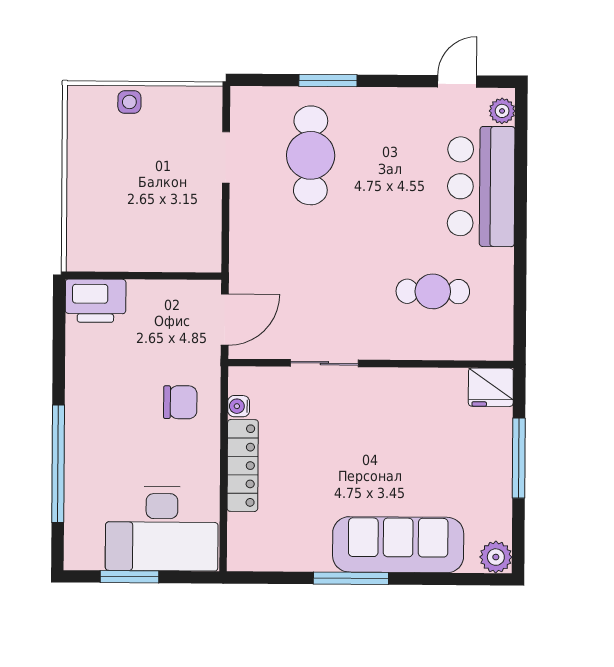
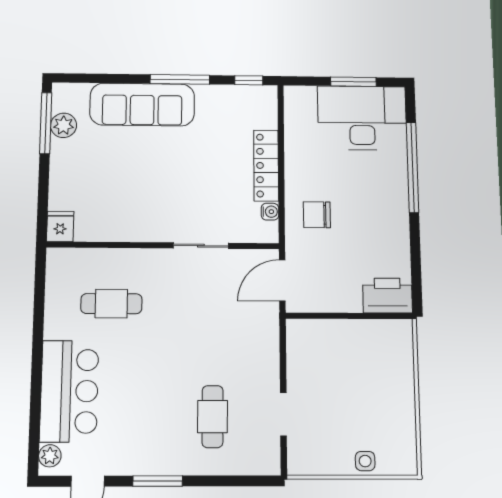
window: (328, 81) -> (158, 481), moved
cafe table: (311, 155) -> (213, 417), width x0.73, depth x0.74
fridge: (491, 387) -> (60, 226), width x0.72
window: (519, 458) -> (46, 123), moved
desk: (162, 529) -> (362, 118), moved
plant: (496, 557) -> (64, 125), moved
window: (263, 578) -> (249, 80), added

